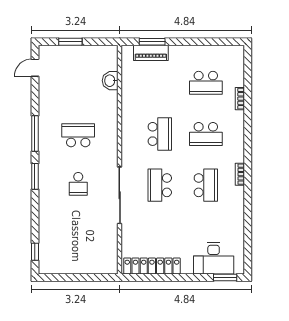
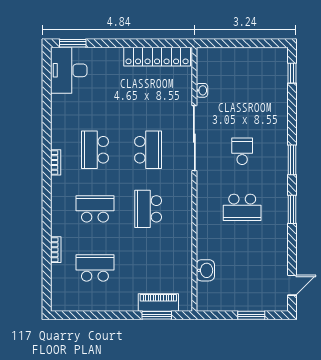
window: (35, 134) -> (292, 209), width x0.69
washbasin: (113, 237) -> (202, 90), added
desk: (214, 258) -> (69, 70), moved, turned -90

